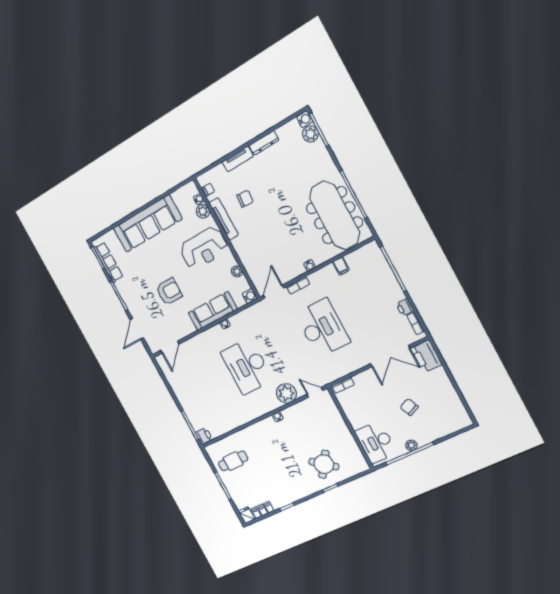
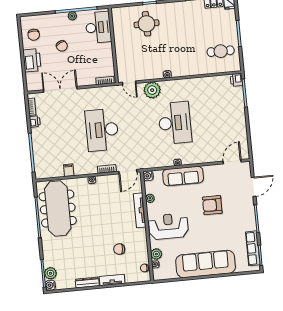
tv unit: (224, 219) -> (140, 210), moved
printer: (426, 356) -> (32, 60), moved
chair: (448, 408) -> (34, 35), added
round table: (324, 464) -> (146, 24), turned -37

